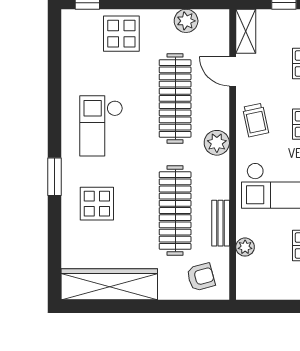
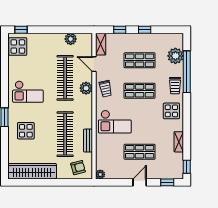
display table: (121, 34) -> (18, 46), moved
checkout: (101, 126) -> (28, 92), turned -90
plant: (217, 143) -> (86, 88), moved
plant: (245, 247) -> (100, 174), moved

